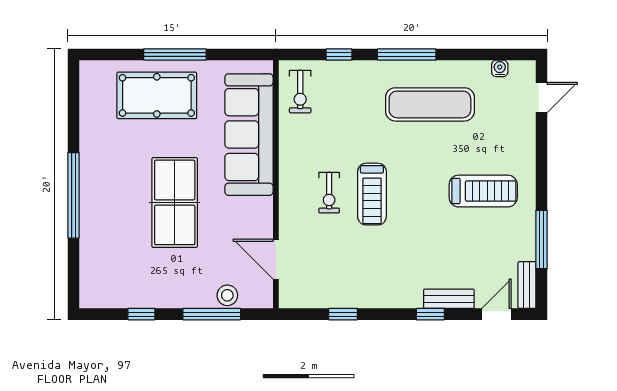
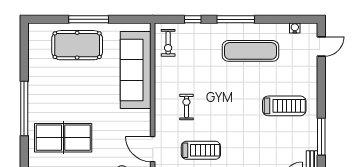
exercise bike: (329, 193) -> (186, 107), turned 180
treadmill: (372, 194) -> (201, 150), moved, turned -90
table tennis table: (175, 202) -> (63, 138), moved, turned 90

